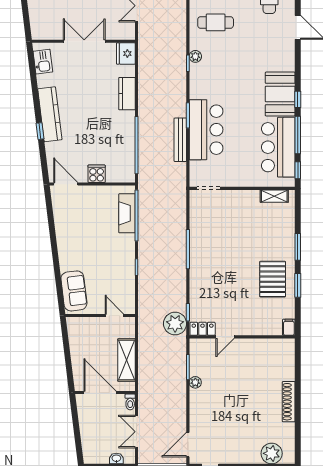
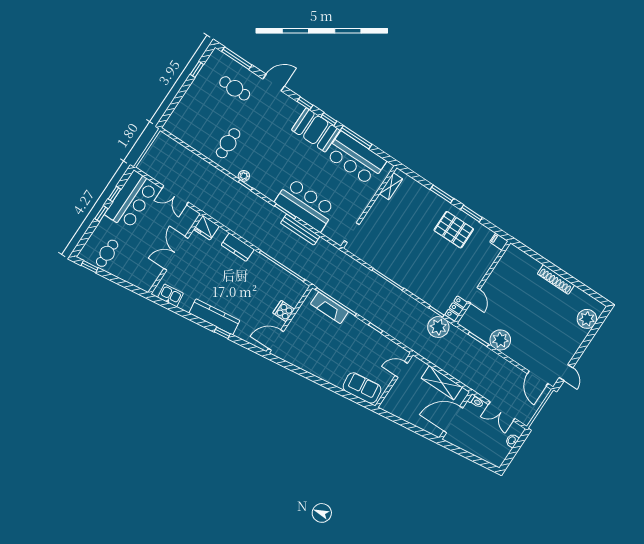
window: (298, 170) -> (305, 103), moved
plant: (195, 382) -> (500, 340), width x1.88, depth x1.88

